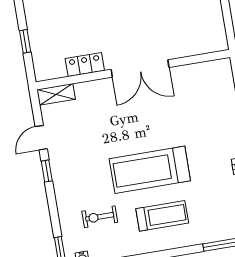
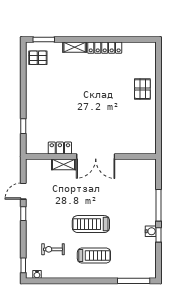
shelving: (56, 94) -> (64, 164), moved
treadmill: (150, 170) -> (91, 224), width x0.73, depth x0.73

